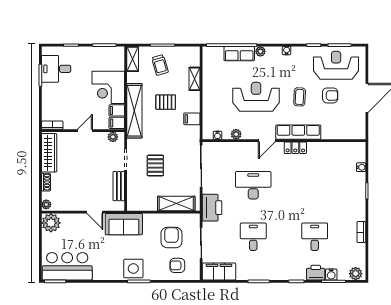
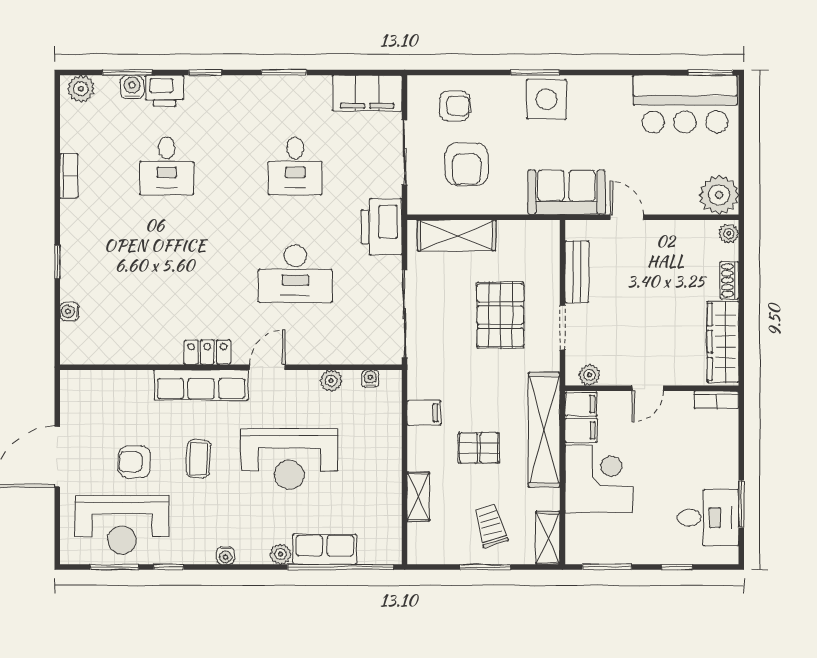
pallet: (155, 166) -> (500, 315), width x1.50, depth x1.42

